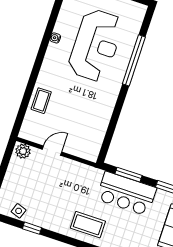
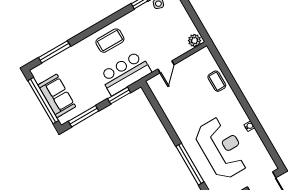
reception desk: (96, 45) -> (222, 148), turned 180
door: (52, 151) -> (166, 67), moved
bar counter: (126, 194) -> (125, 73), moved

